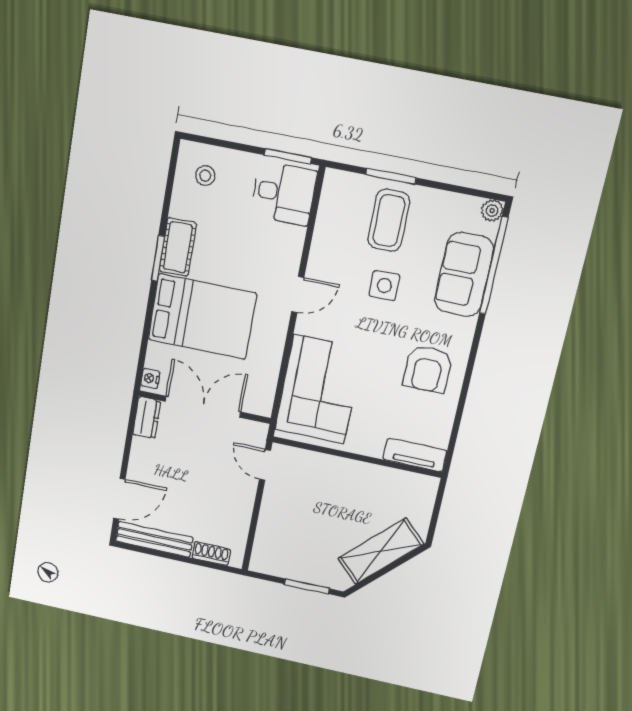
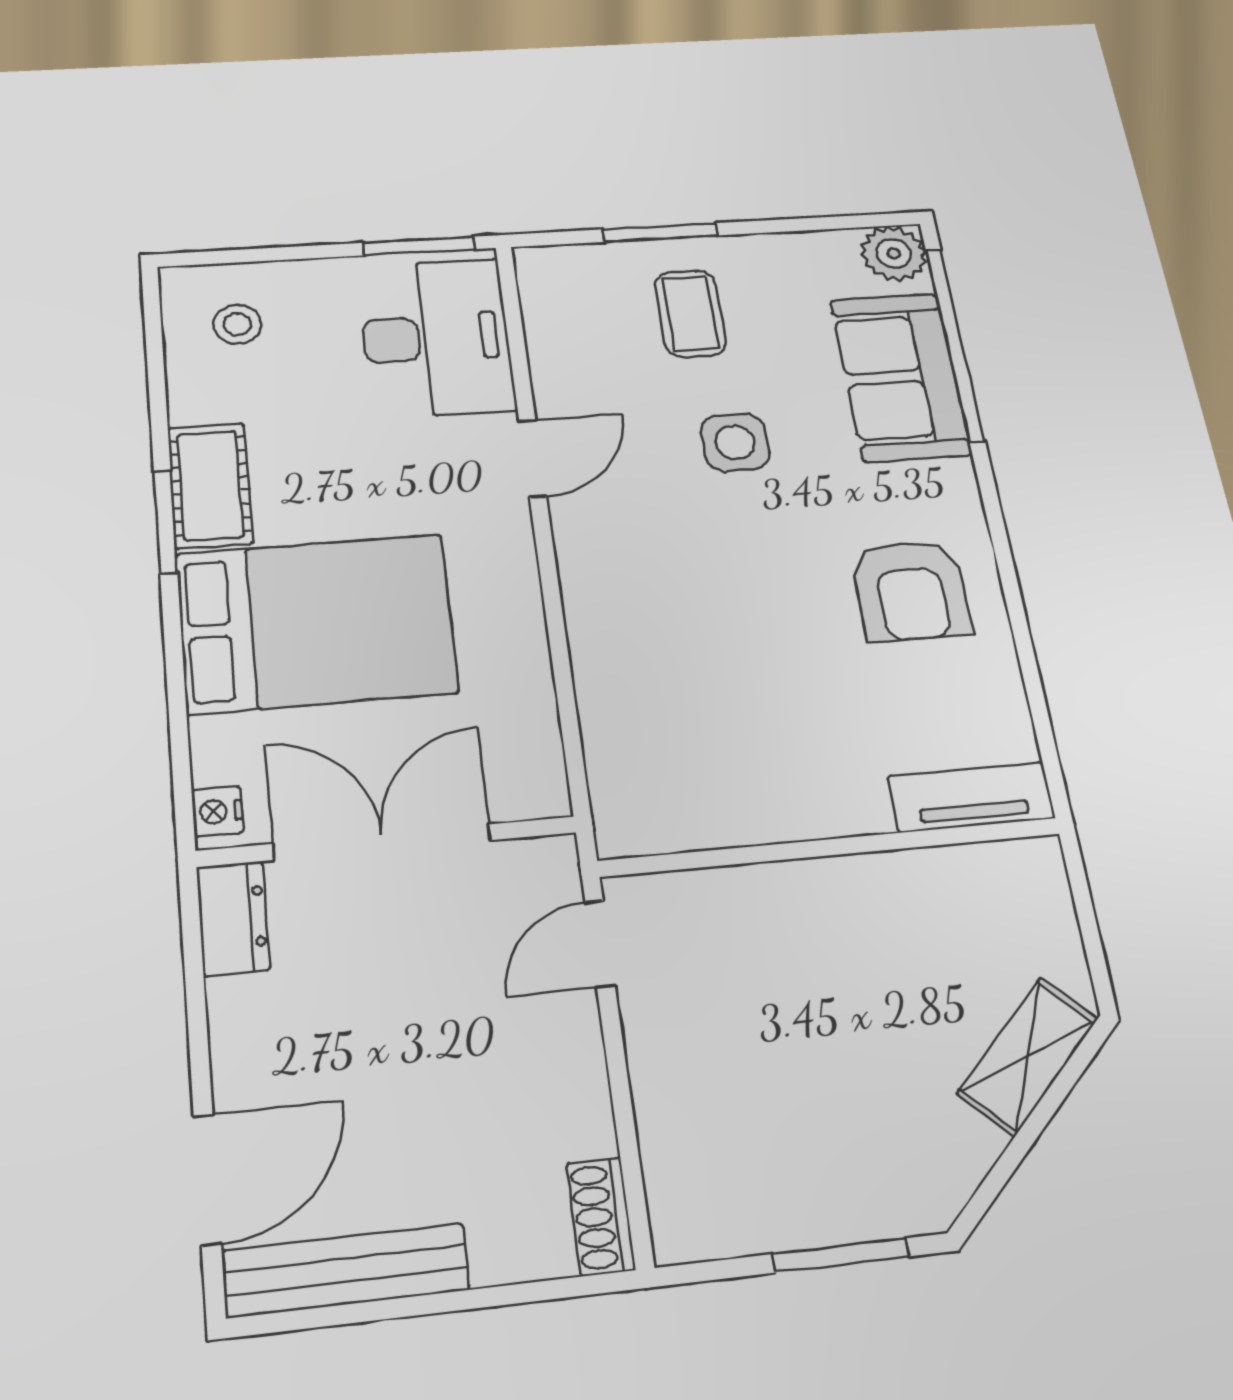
desk: (284, 193) -> (436, 338), width x1.37
plant: (492, 211) -> (894, 253), width x1.38, depth x1.38
coffee table: (389, 220) -> (690, 314), width x0.73, depth x0.77
door: (298, 295) -> (533, 458), moved
corner sofa: (319, 389) -> (671, 710), removed
door: (265, 465) -> (600, 944), hinge flipped
shelving: (381, 551) -> (1028, 1056), width x0.67, depth x0.75
shoe rack: (211, 554) -> (601, 1216), moved, turned -90

